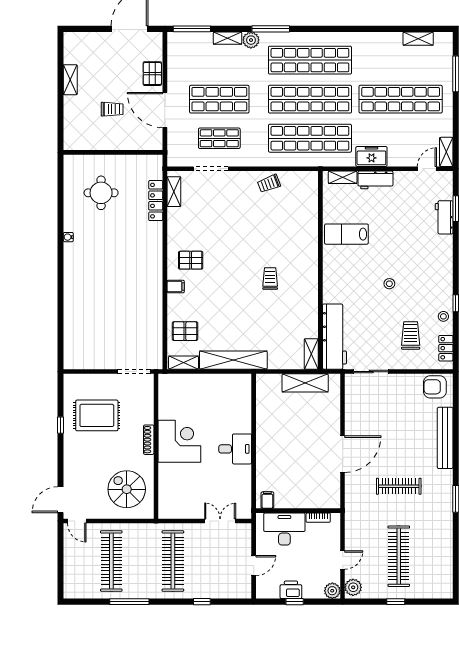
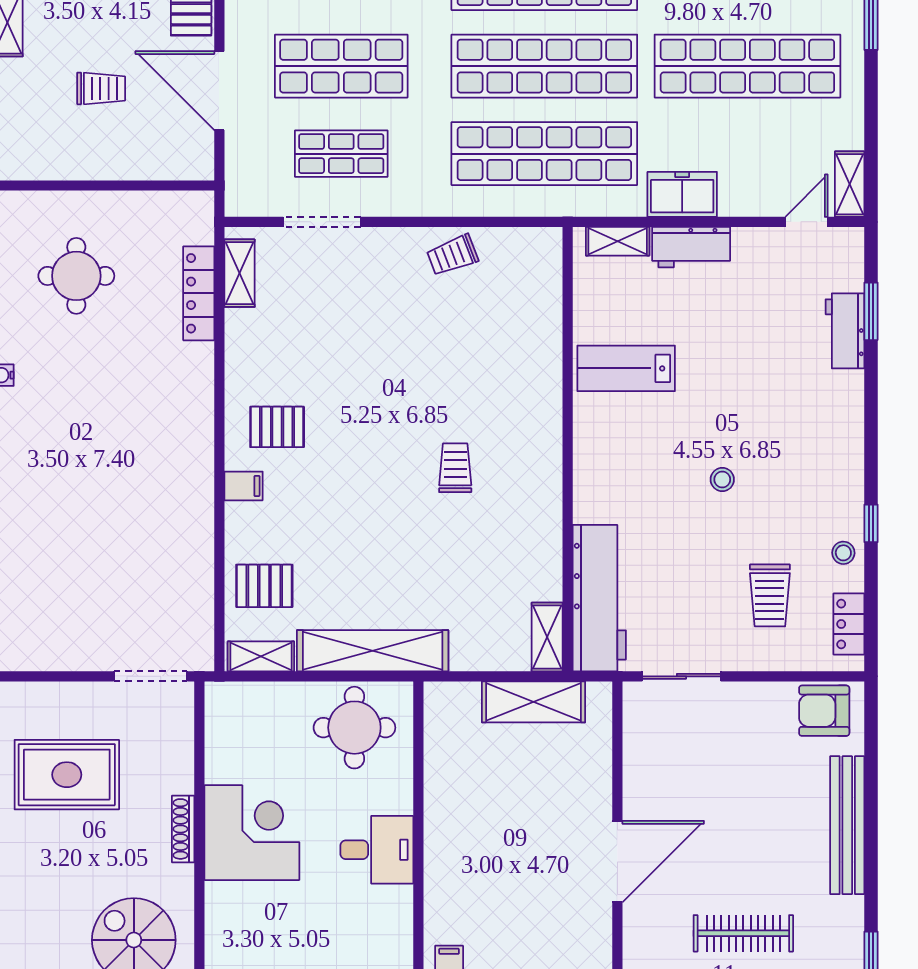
trolley: (411, 335) -> (770, 595), turned 180
round table: (225, 394) -> (354, 728), added

